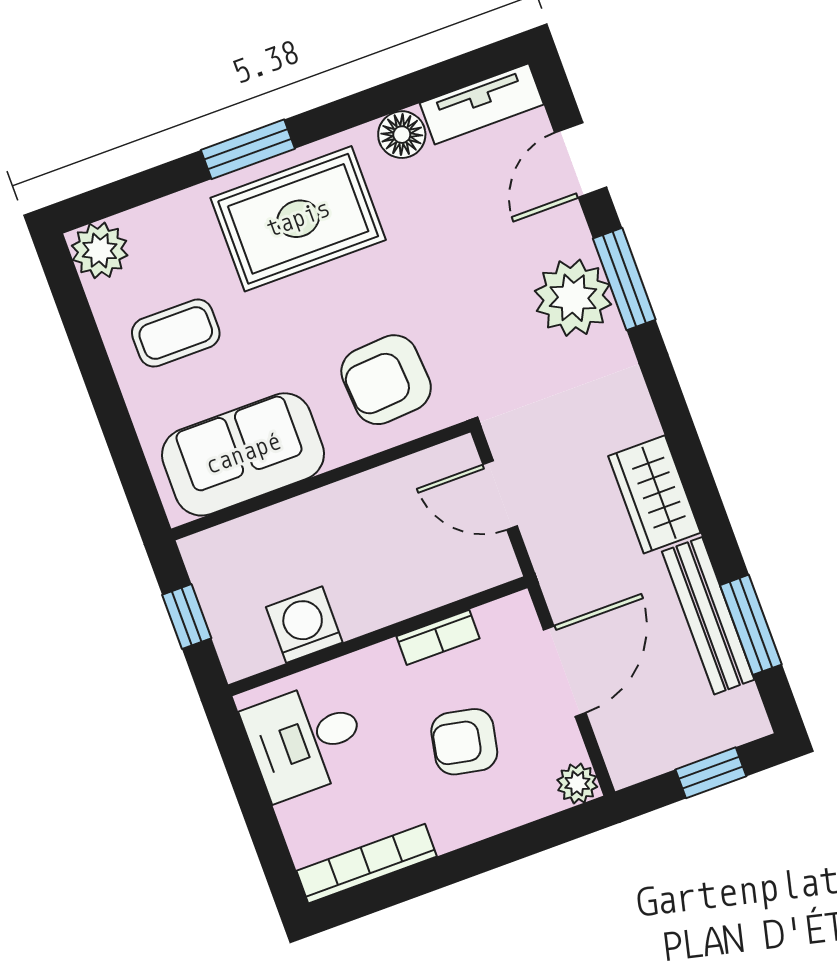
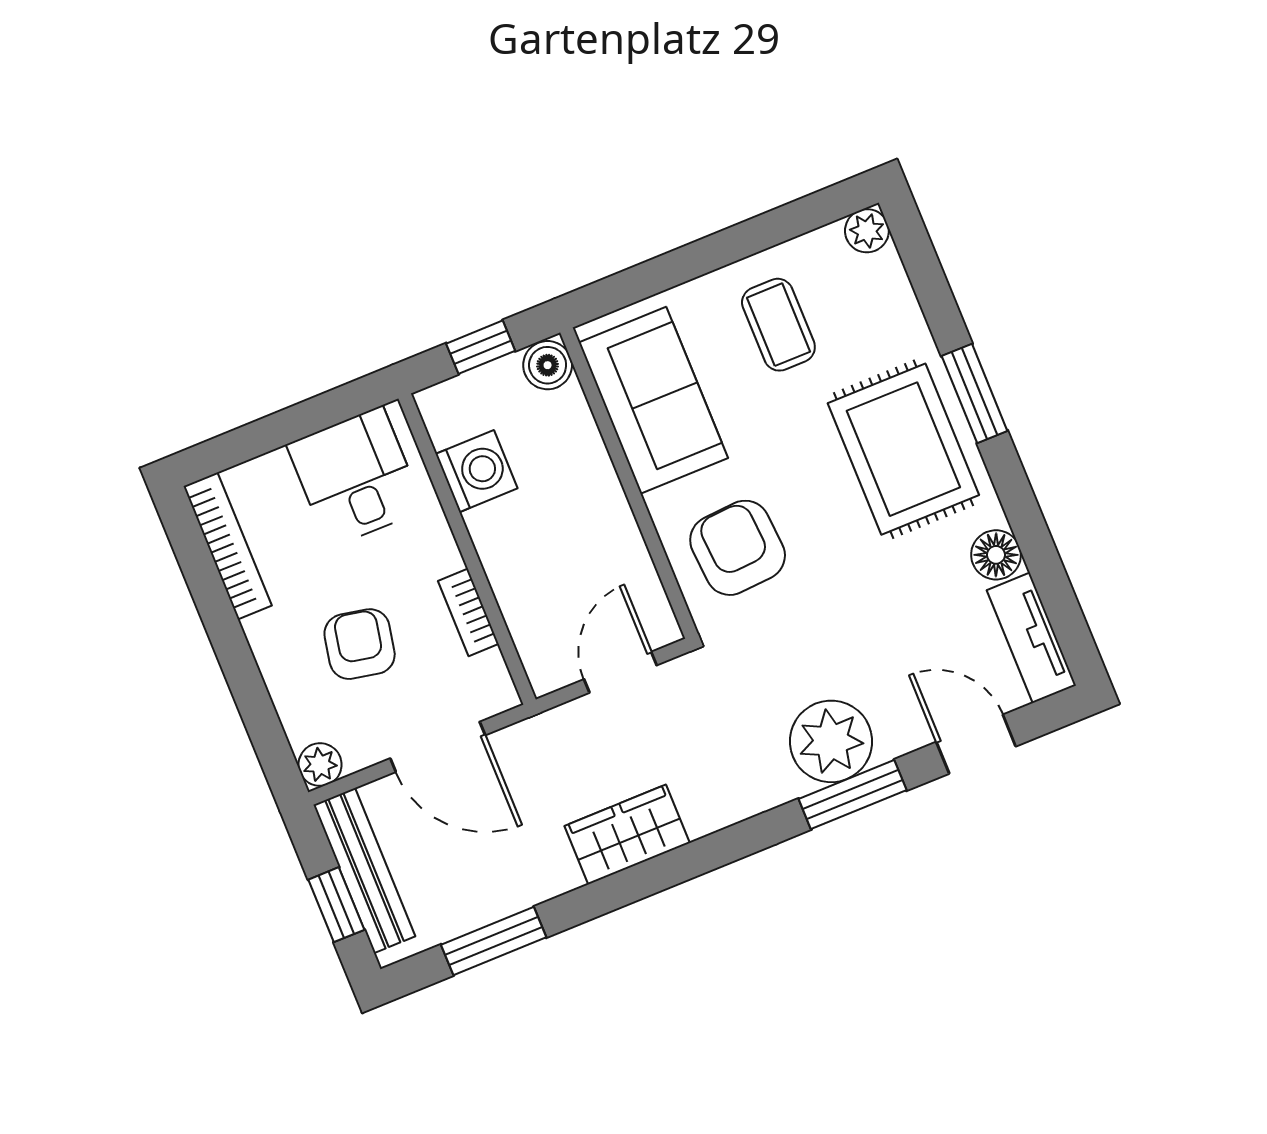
plant: (100, 250) -> (867, 231), width x0.73, depth x0.73
boiler: (206, 554) -> (548, 365), added
bench: (708, 616) -> (364, 871), moved, turned 90

